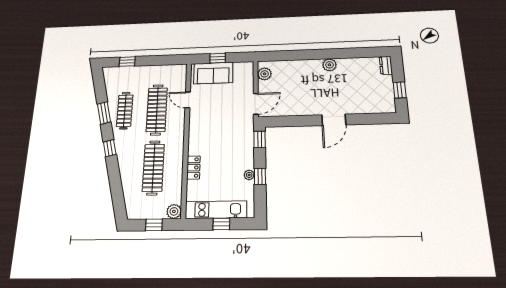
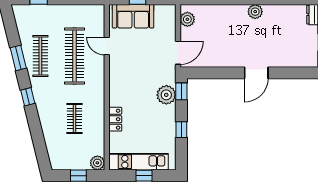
clothes rail: (153, 168) -> (74, 118), width x0.54, depth x0.76
plant: (249, 175) -> (166, 95), moved, width x1.88, depth x1.88

